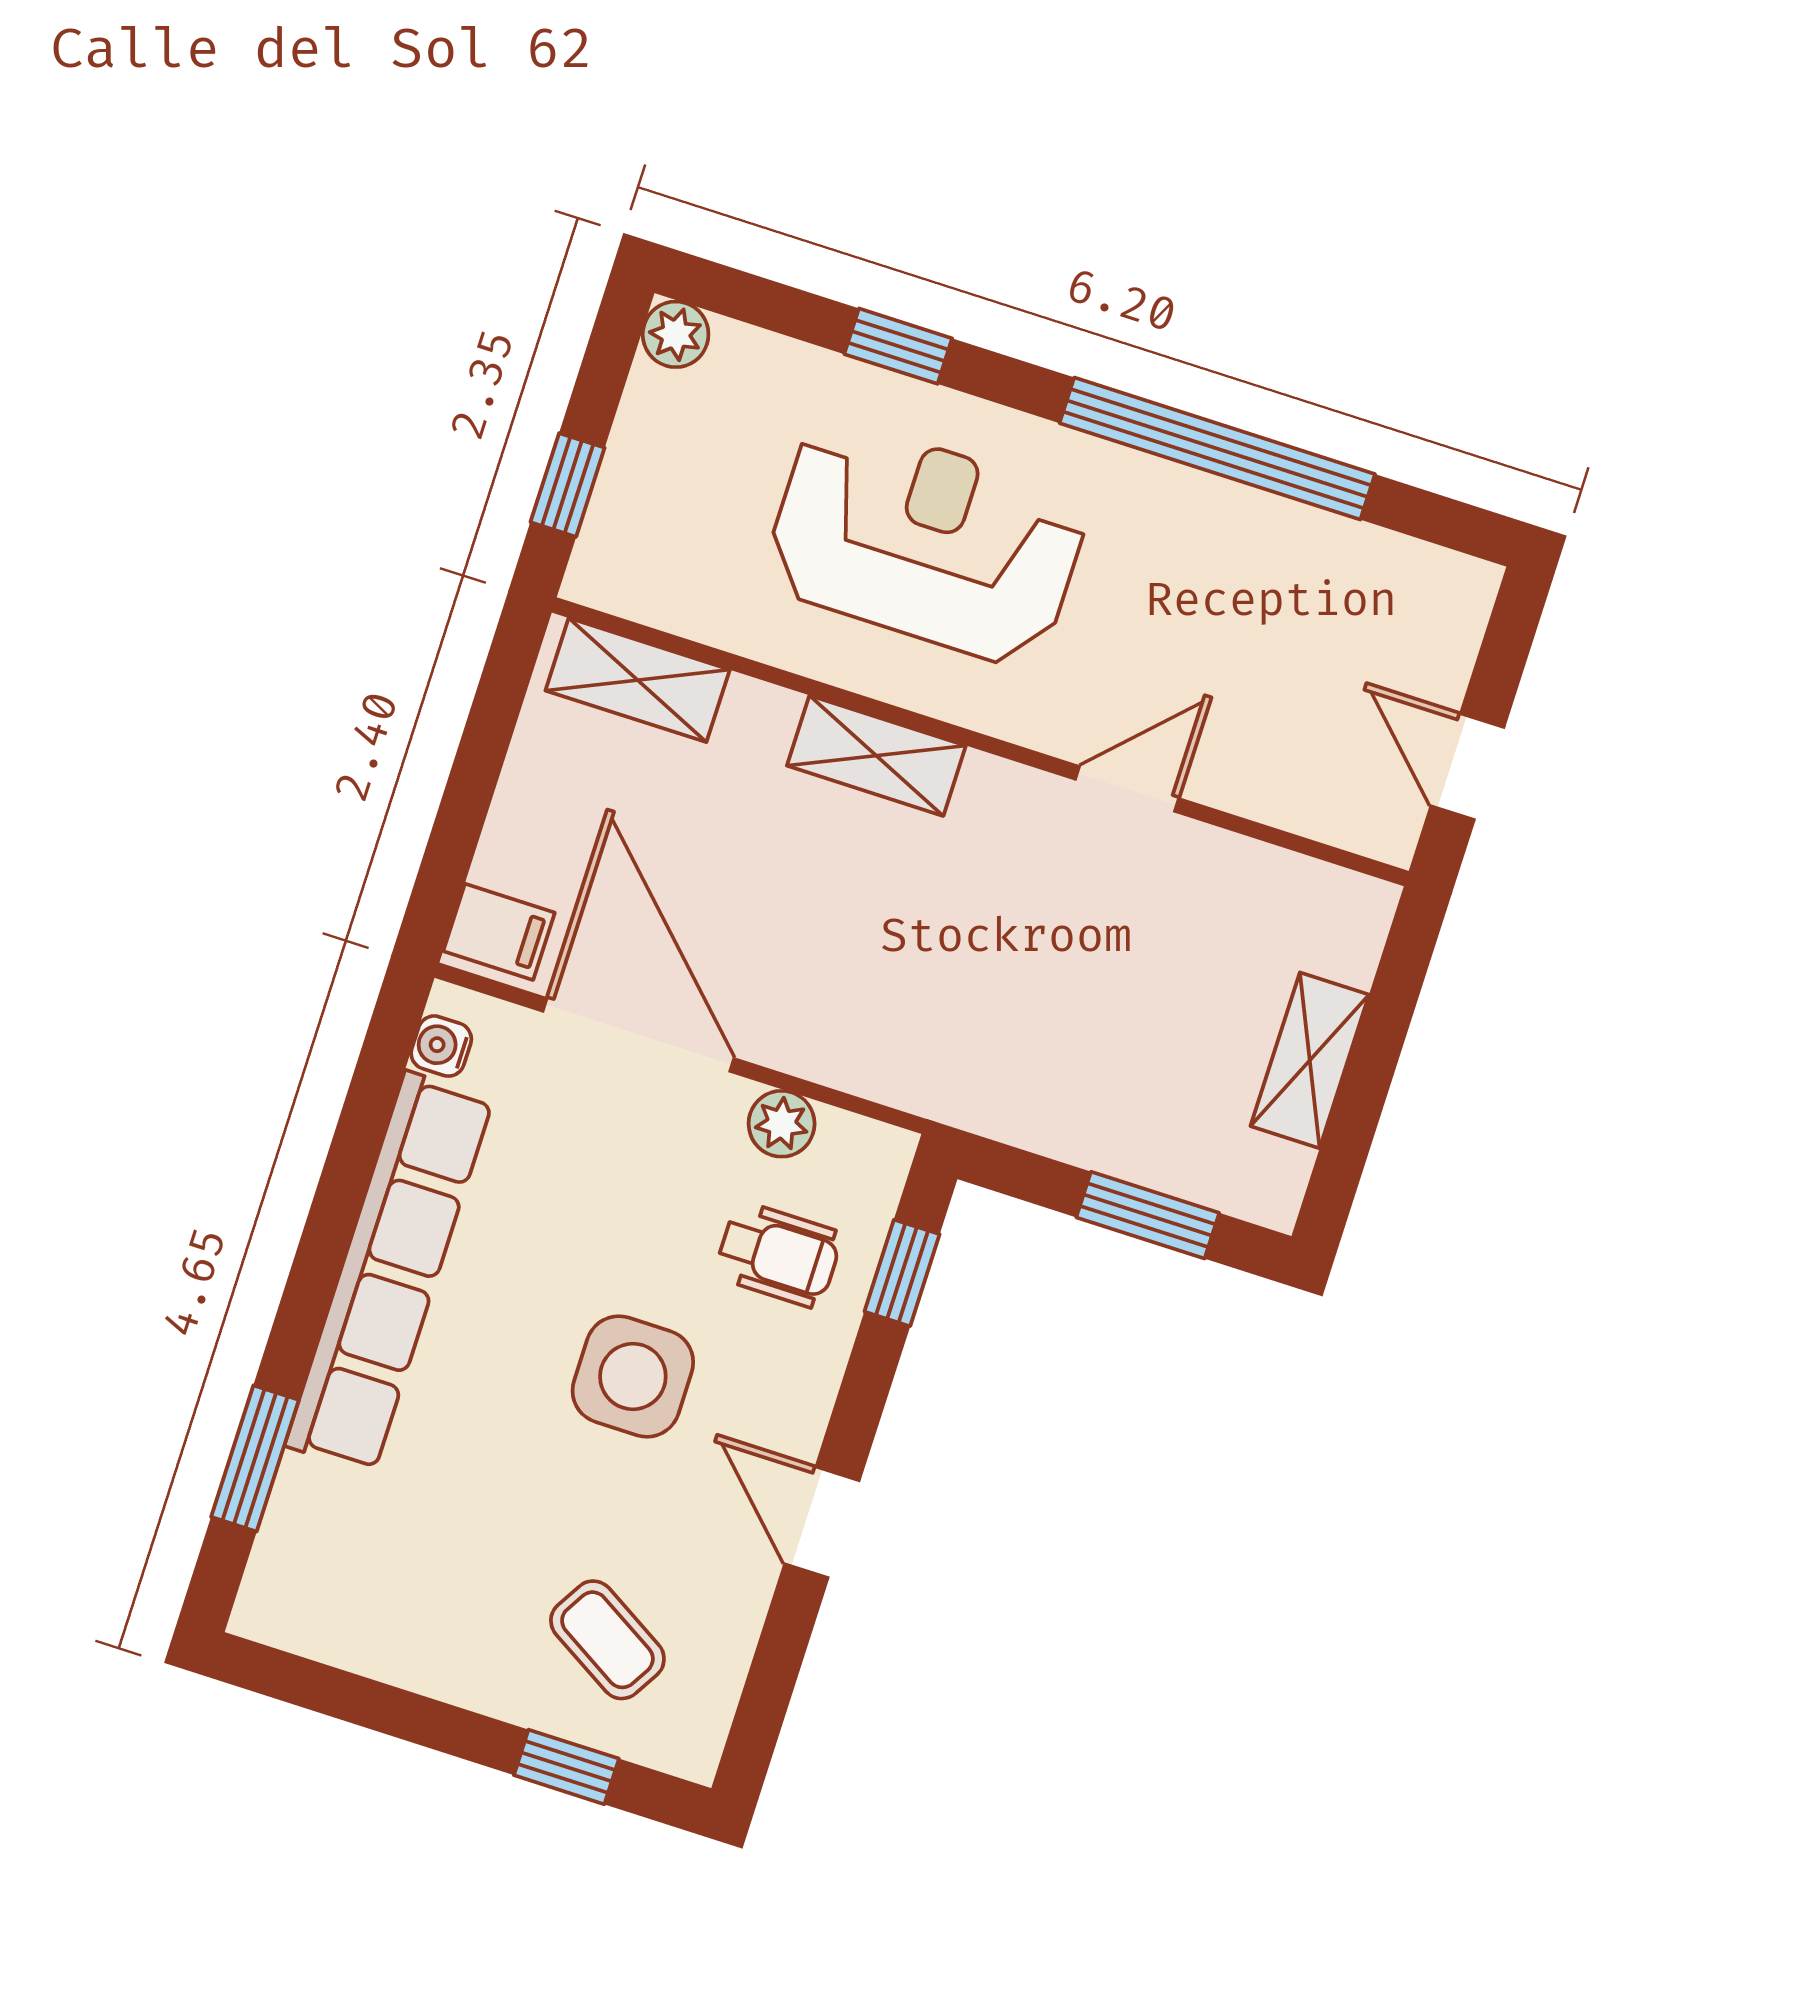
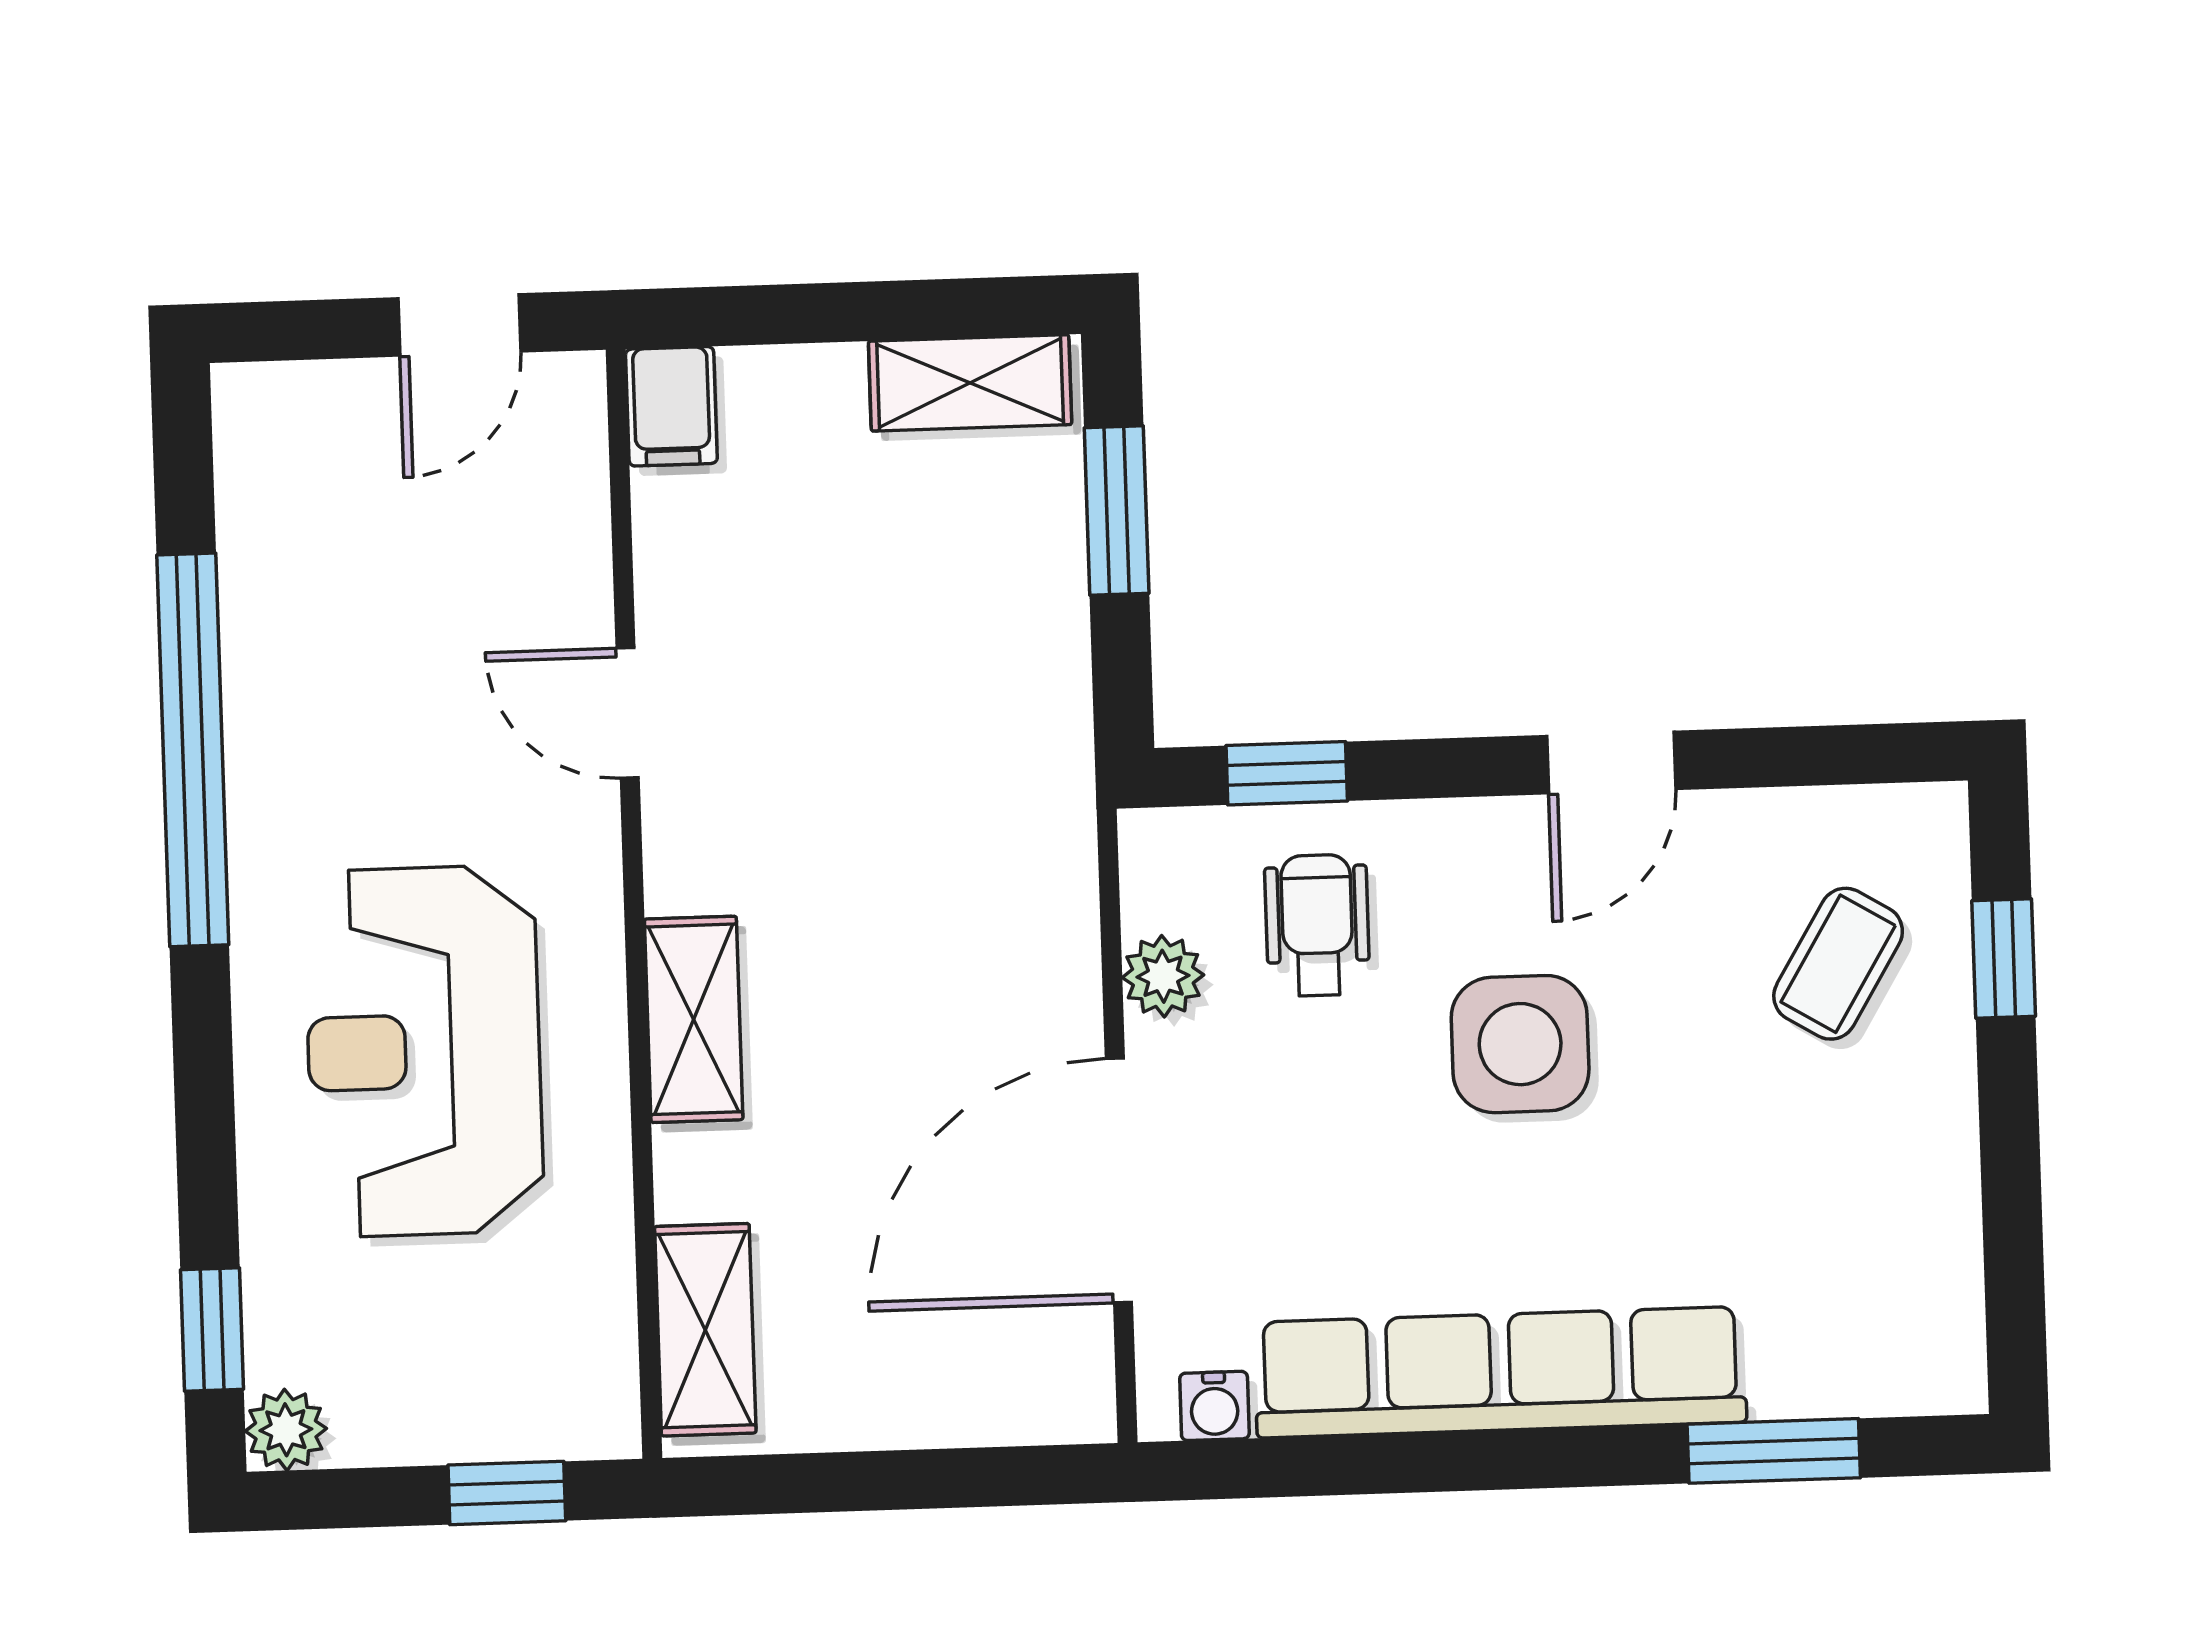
window: (898, 346) -> (212, 1330), moved
filing cabinet: (499, 932) -> (671, 406), moved, turned 180
shelving: (1310, 1060) -> (970, 383), moved

